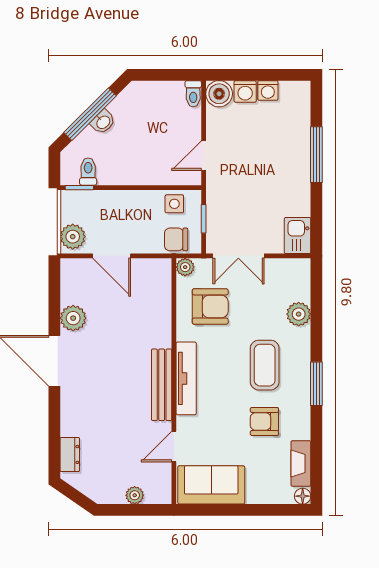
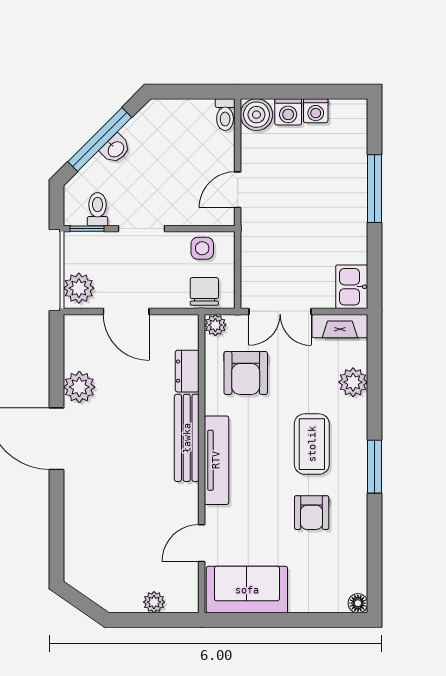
doorway: (124, 188) -> (142, 229), added
window: (204, 219) -> (238, 266), removed
chair: (176, 239) -> (204, 291), turned 90
armchair: (210, 306) -> (246, 373), turned 90
bench: (162, 385) -> (187, 438), moved
armchair: (264, 421) -> (312, 513), turned -90
dresser: (70, 454) -> (187, 371), moved, turned 180
fireplace: (301, 463) -> (340, 326), moved, turned -90

